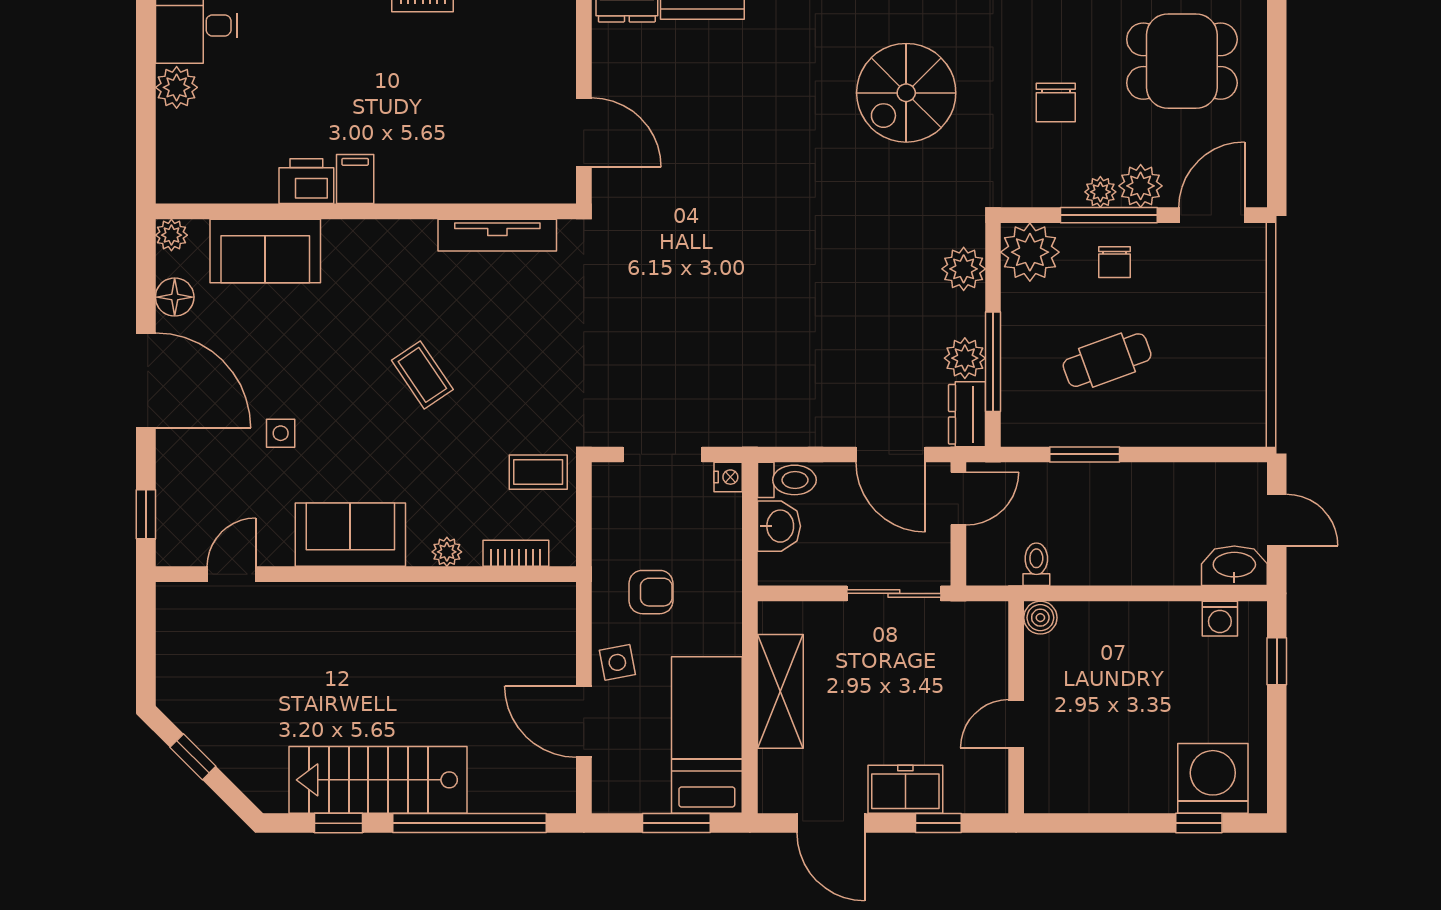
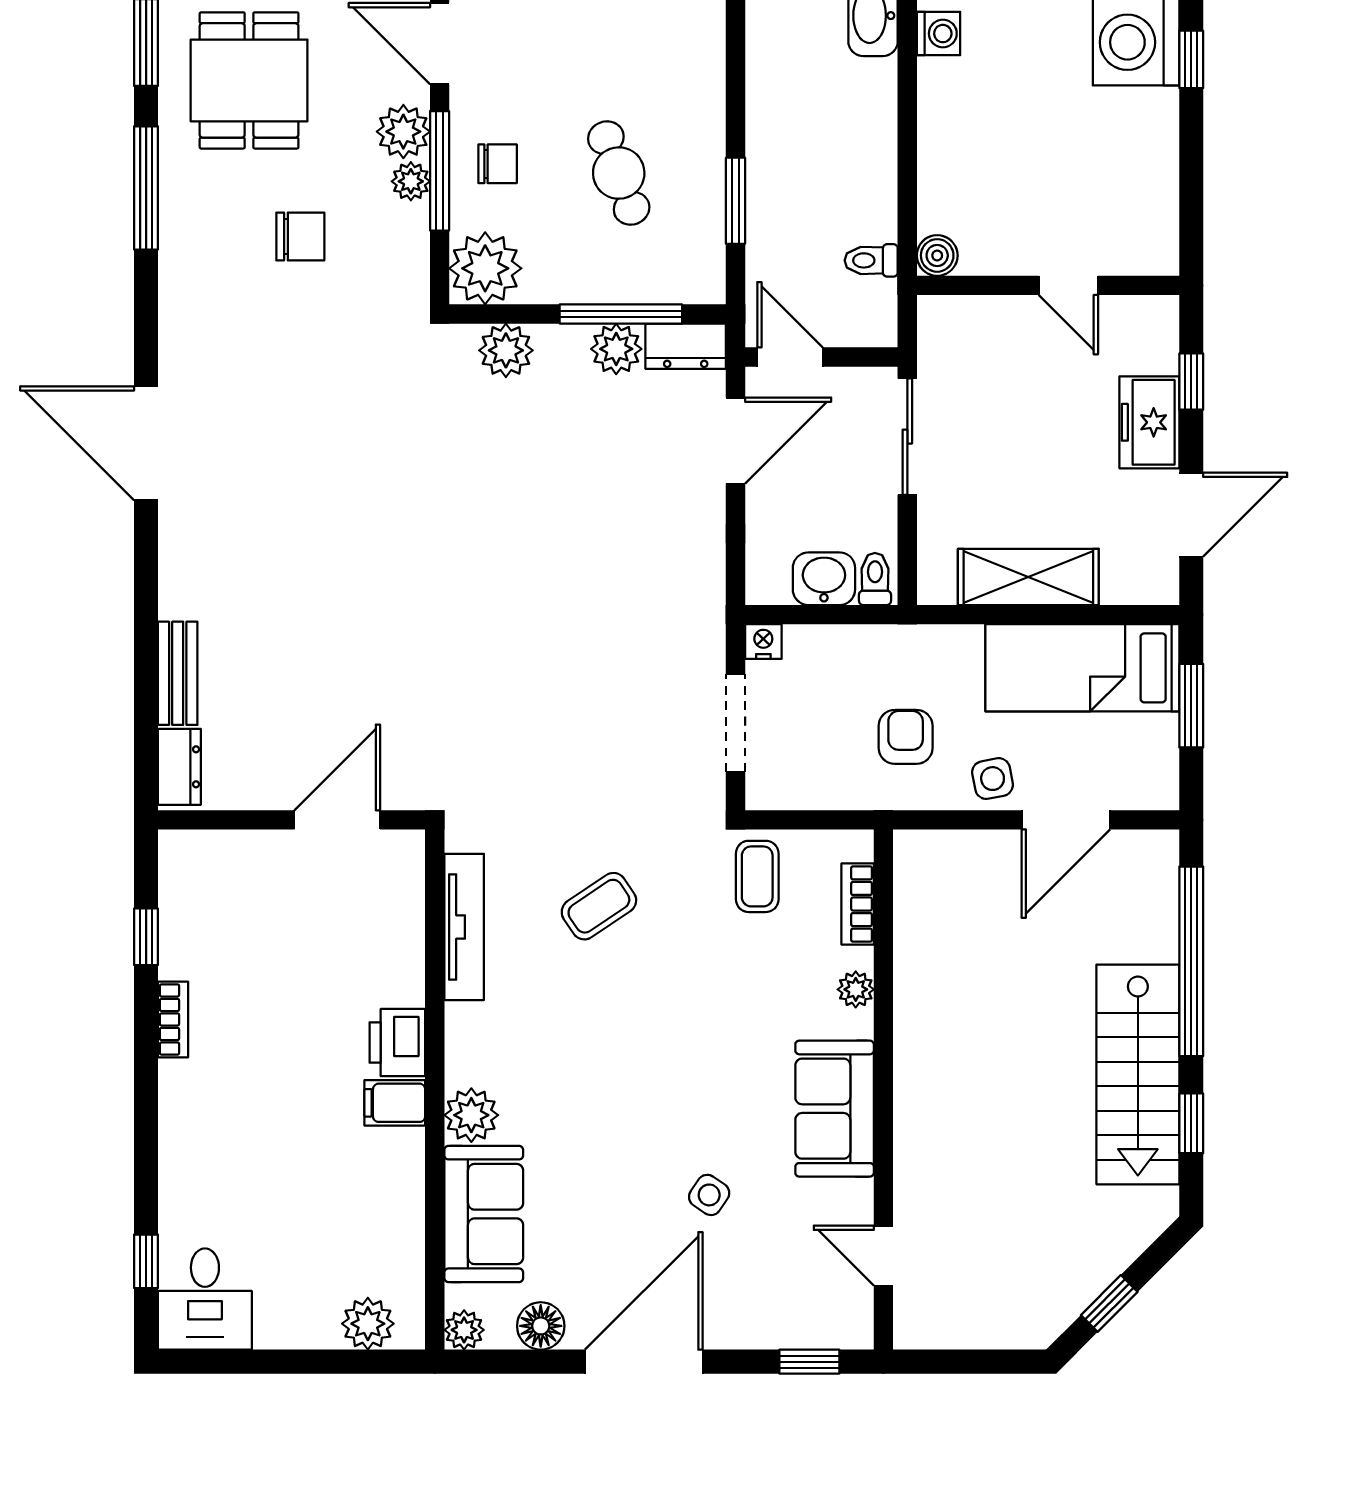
plant: (177, 87) -> (368, 1324), moved
spiral stairs: (906, 93) -> (288, 421), removed
printer: (306, 181) -> (397, 1043), moved
plant: (345, 241) -> (471, 1115), added
coffee table: (422, 375) -> (599, 906), moved
side table: (281, 433) -> (709, 1195), turned 34
toilet: (787, 480) -> (875, 579), moved, width x0.73, depth x0.72

